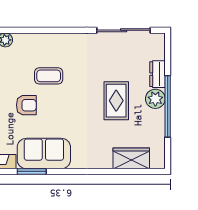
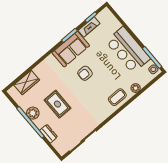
coffee table: (49, 76) -> (117, 97), moved
plant: (155, 99) -> (33, 113), moved
armchair: (26, 105) -> (85, 73), moved

